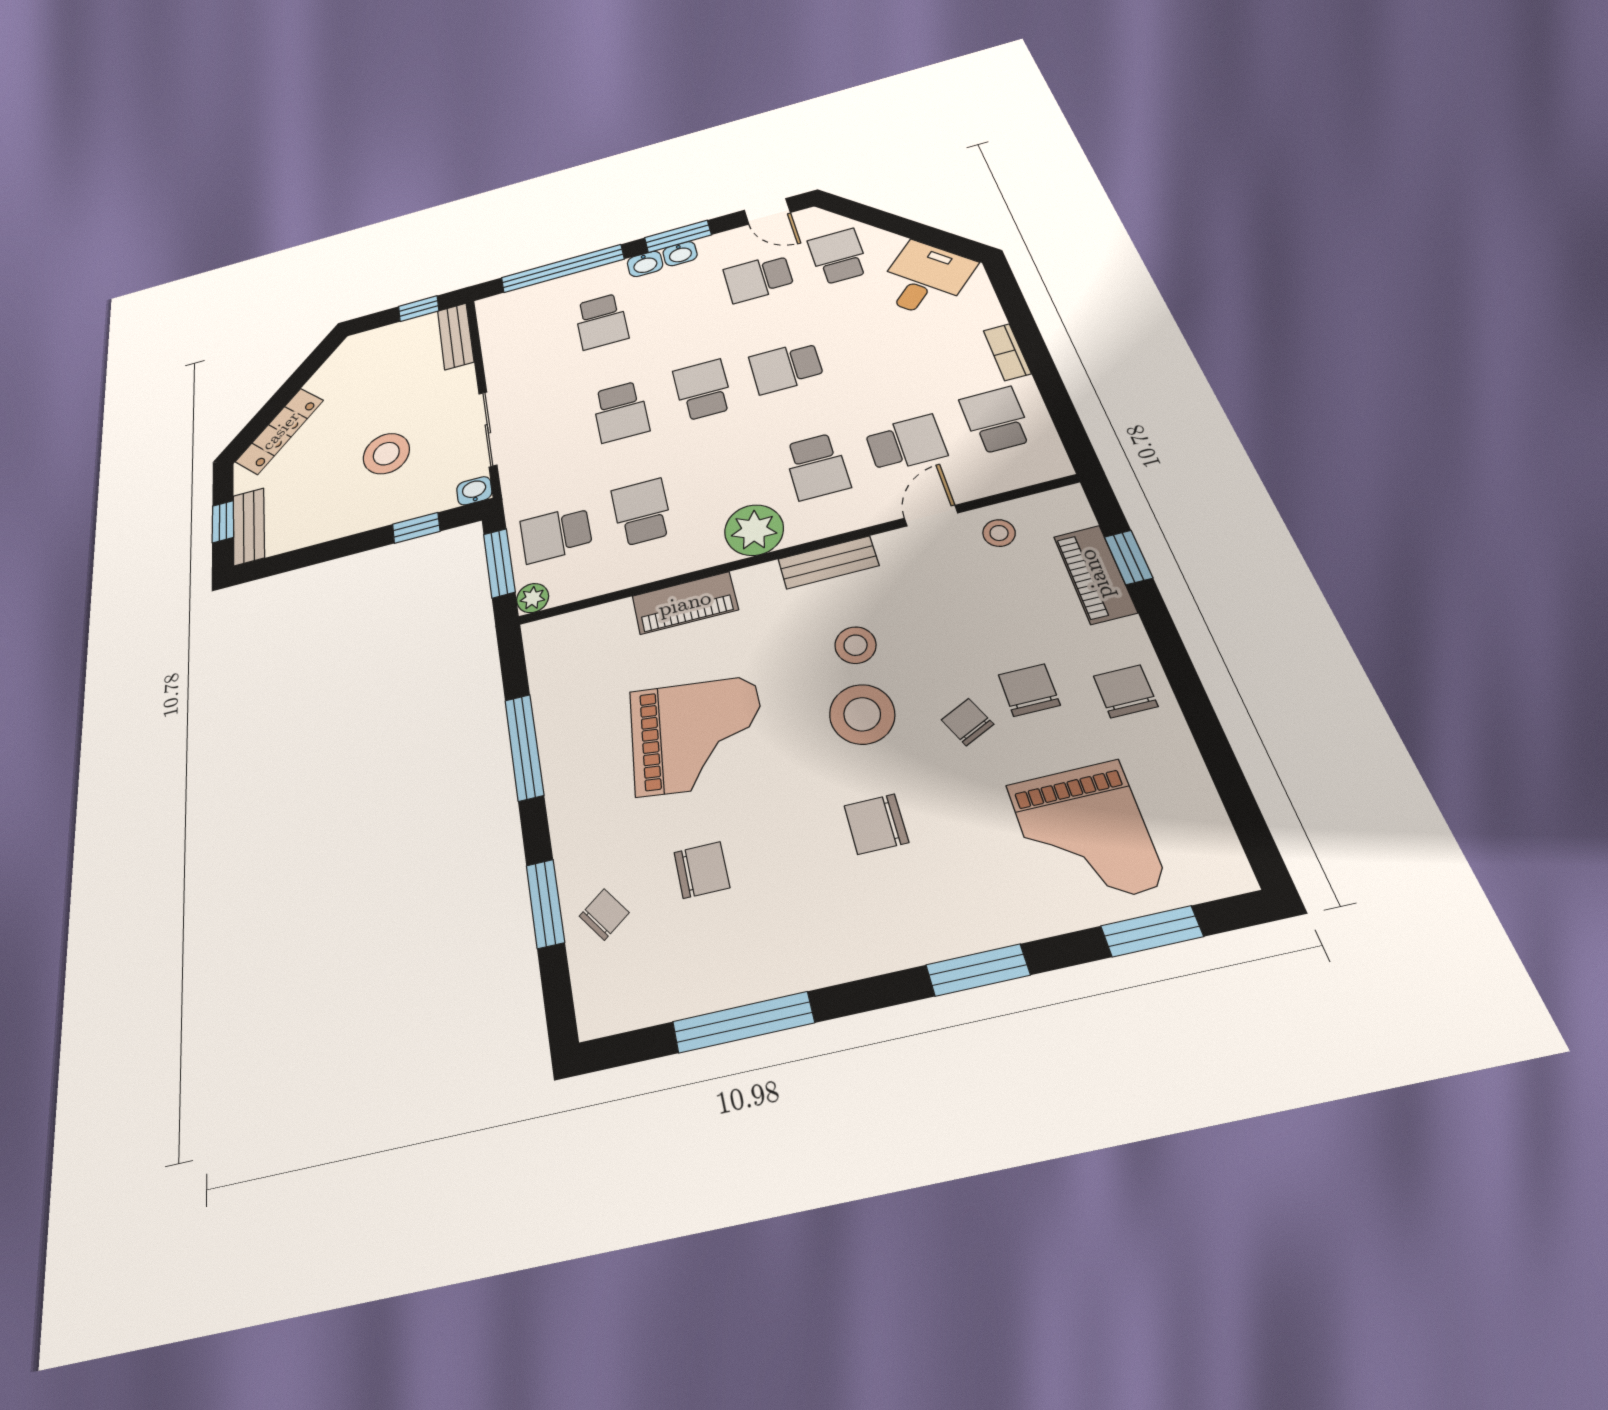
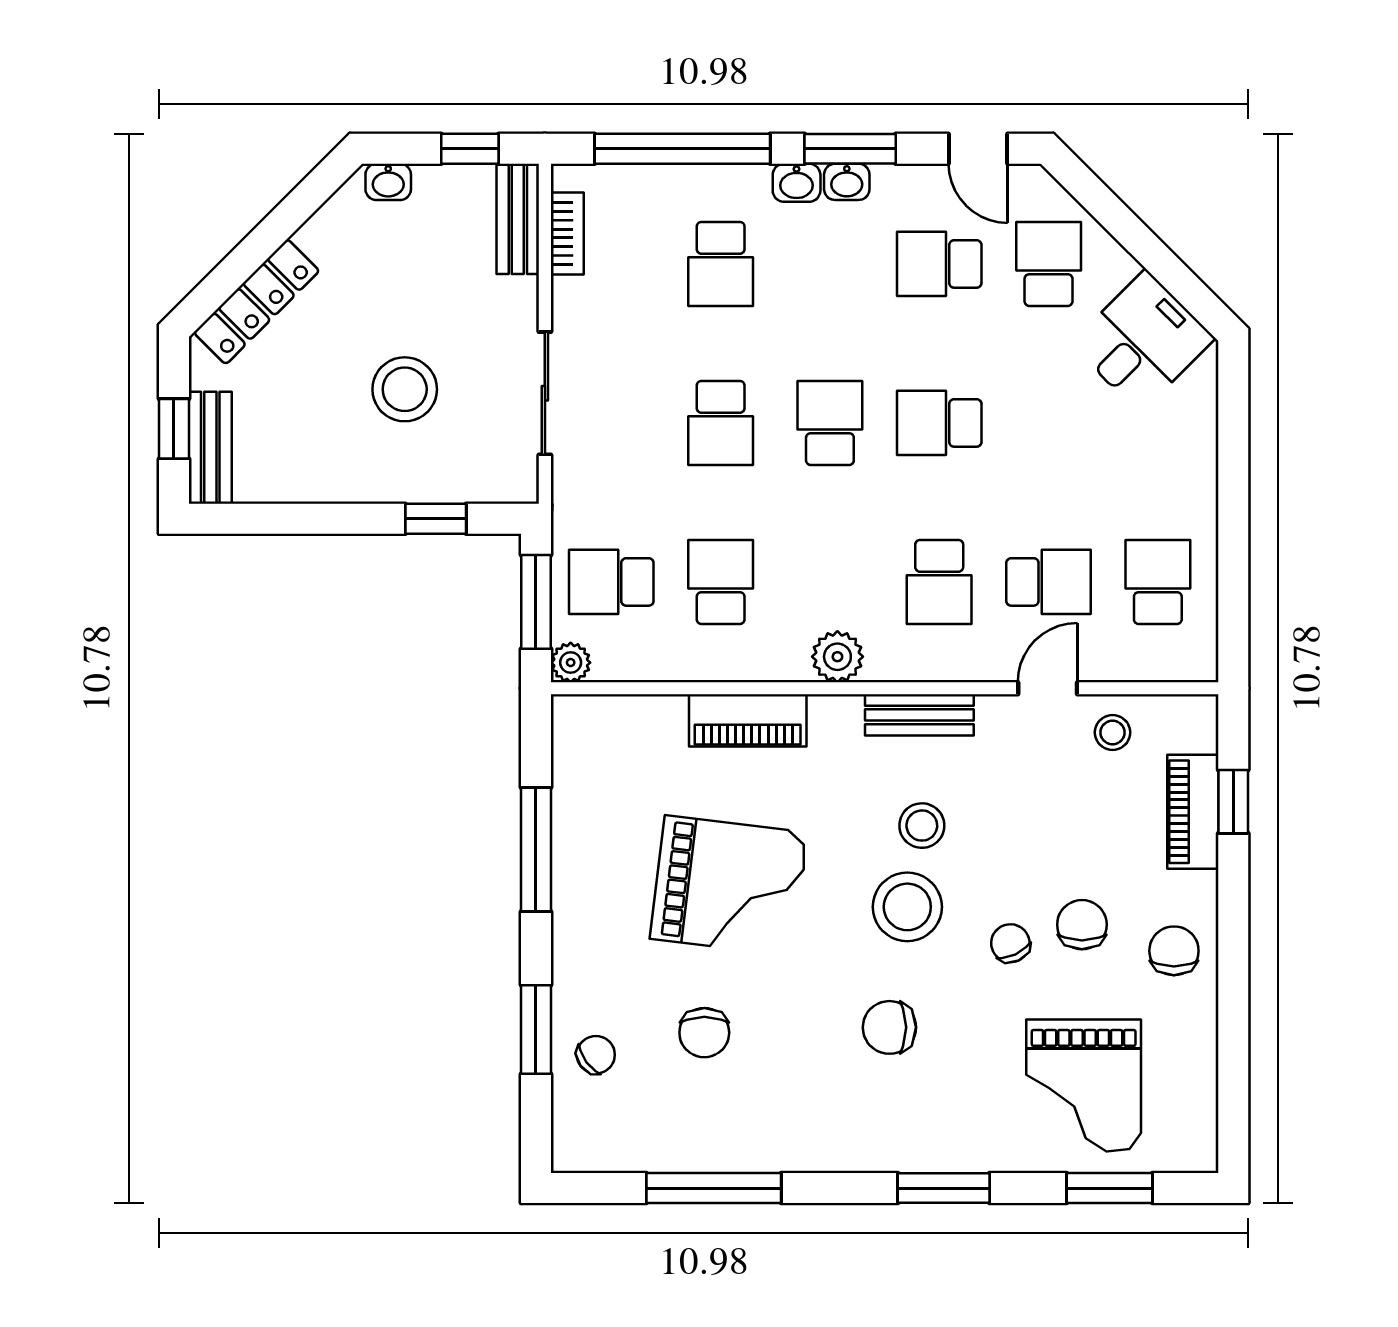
bookcase: (1007, 352) -> (567, 233), moved, turned 180
washbasin: (474, 491) -> (388, 182), moved, turned 180
plant: (754, 530) -> (837, 657), width x0.73, depth x0.73
chair: (702, 870) -> (704, 1033), turned 90

